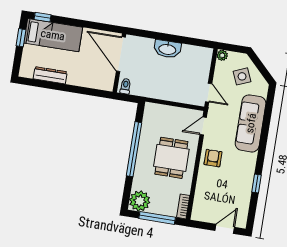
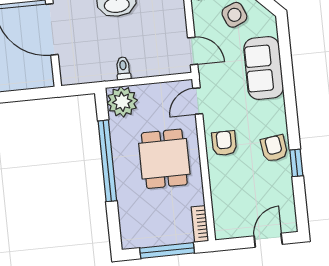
toilet: (125, 86) -> (123, 68), moved
sofa: (251, 123) -> (264, 68), width x0.73
armchair: (245, 170) -> (274, 148), added
plant: (140, 201) -> (122, 102), moved

